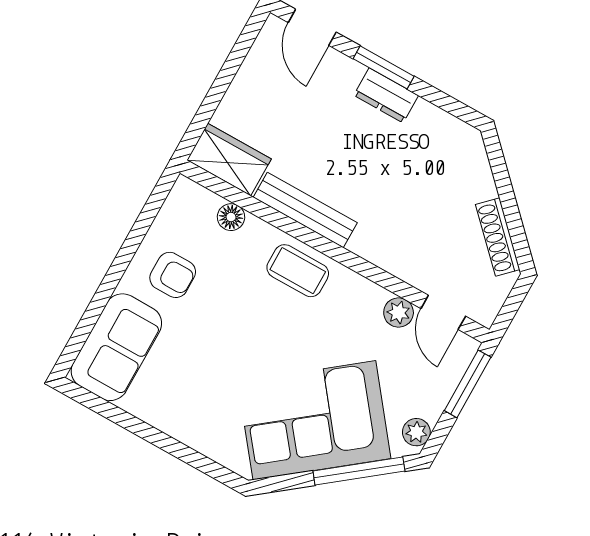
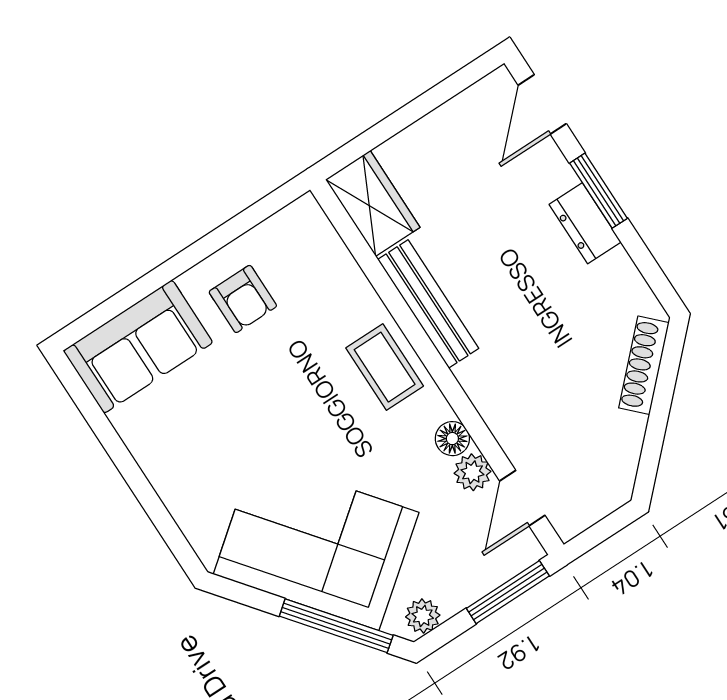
floor lamp: (231, 217) -> (452, 439), moved
shoe rack: (498, 237) -> (644, 365), moved

